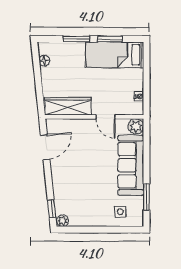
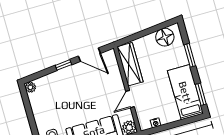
window: (110, 39) -> (201, 94), moved
floor lamp: (44, 61) -> (165, 37), width x1.89, depth x1.89
window: (52, 209) -> (63, 65), moved

